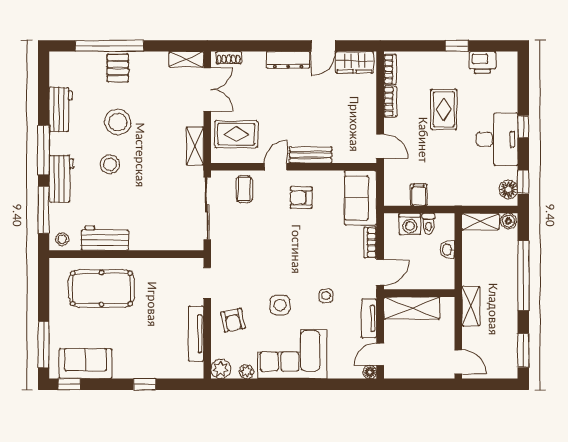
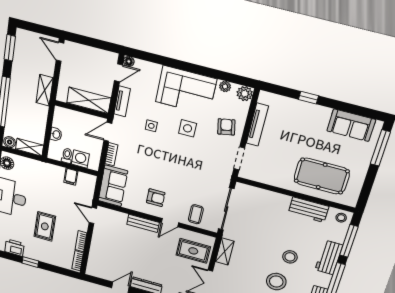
wardrobe: (354, 62) -> (101, 272), removed
window: (69, 384) -> (369, 113), removed

